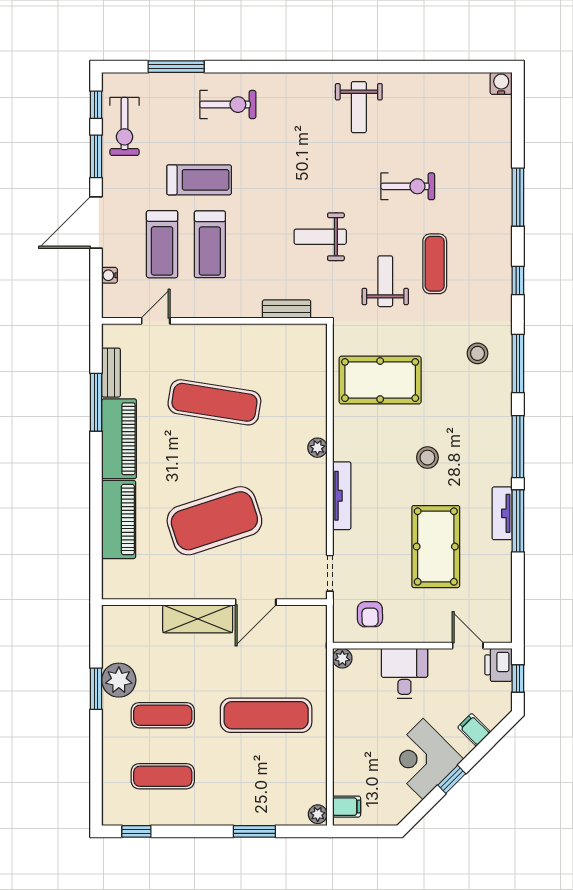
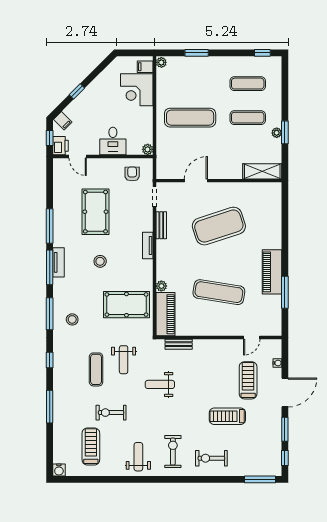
window: (176, 67) -> (260, 479), moved
exercise bike: (125, 126) -> (173, 451), moved
weight bench: (320, 237) -> (160, 384), turned 180
treadmill: (210, 244) -> (91, 446), moved
bench: (111, 373) -> (161, 225), moved
plant: (317, 448) -> (161, 286), moved
tv unit: (342, 496) -> (148, 246), width x0.71
tv unit: (502, 513) -> (58, 262), moved
piano: (119, 520) -> (165, 314), moved, turned 180
shelving: (198, 619) -> (262, 171), moved
plant: (119, 680) -> (277, 133), width x0.53, depth x0.53
filing cabinet: (474, 730) -> (63, 121), moved
corner desk: (423, 759) -> (137, 90), moved, turned 135
window: (452, 779) -> (77, 91), moved

